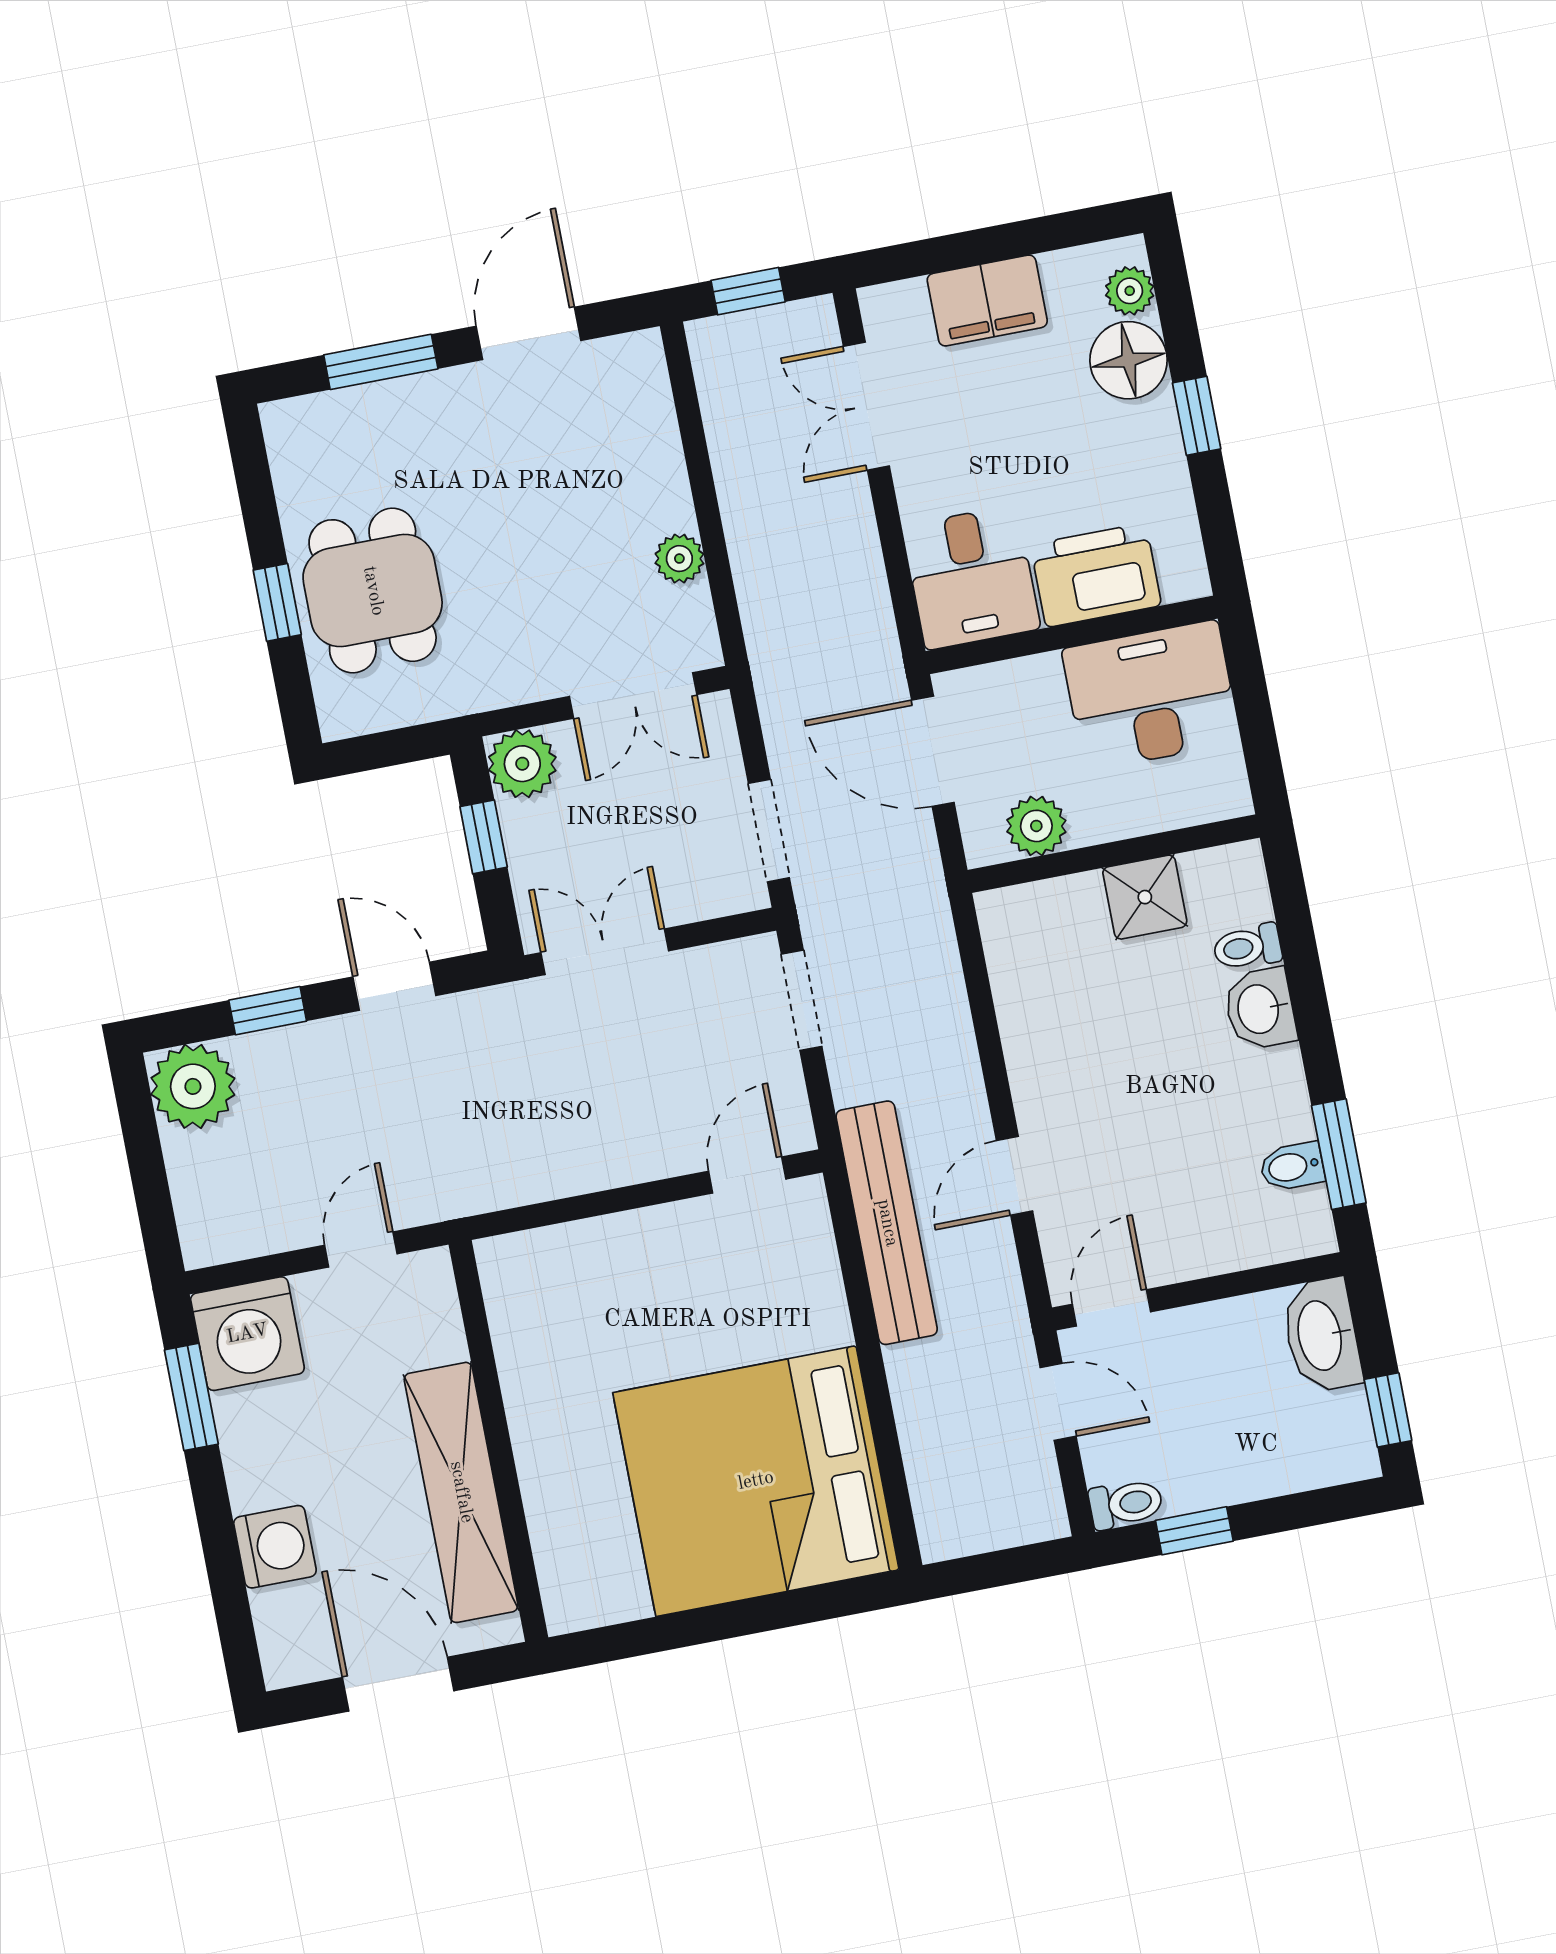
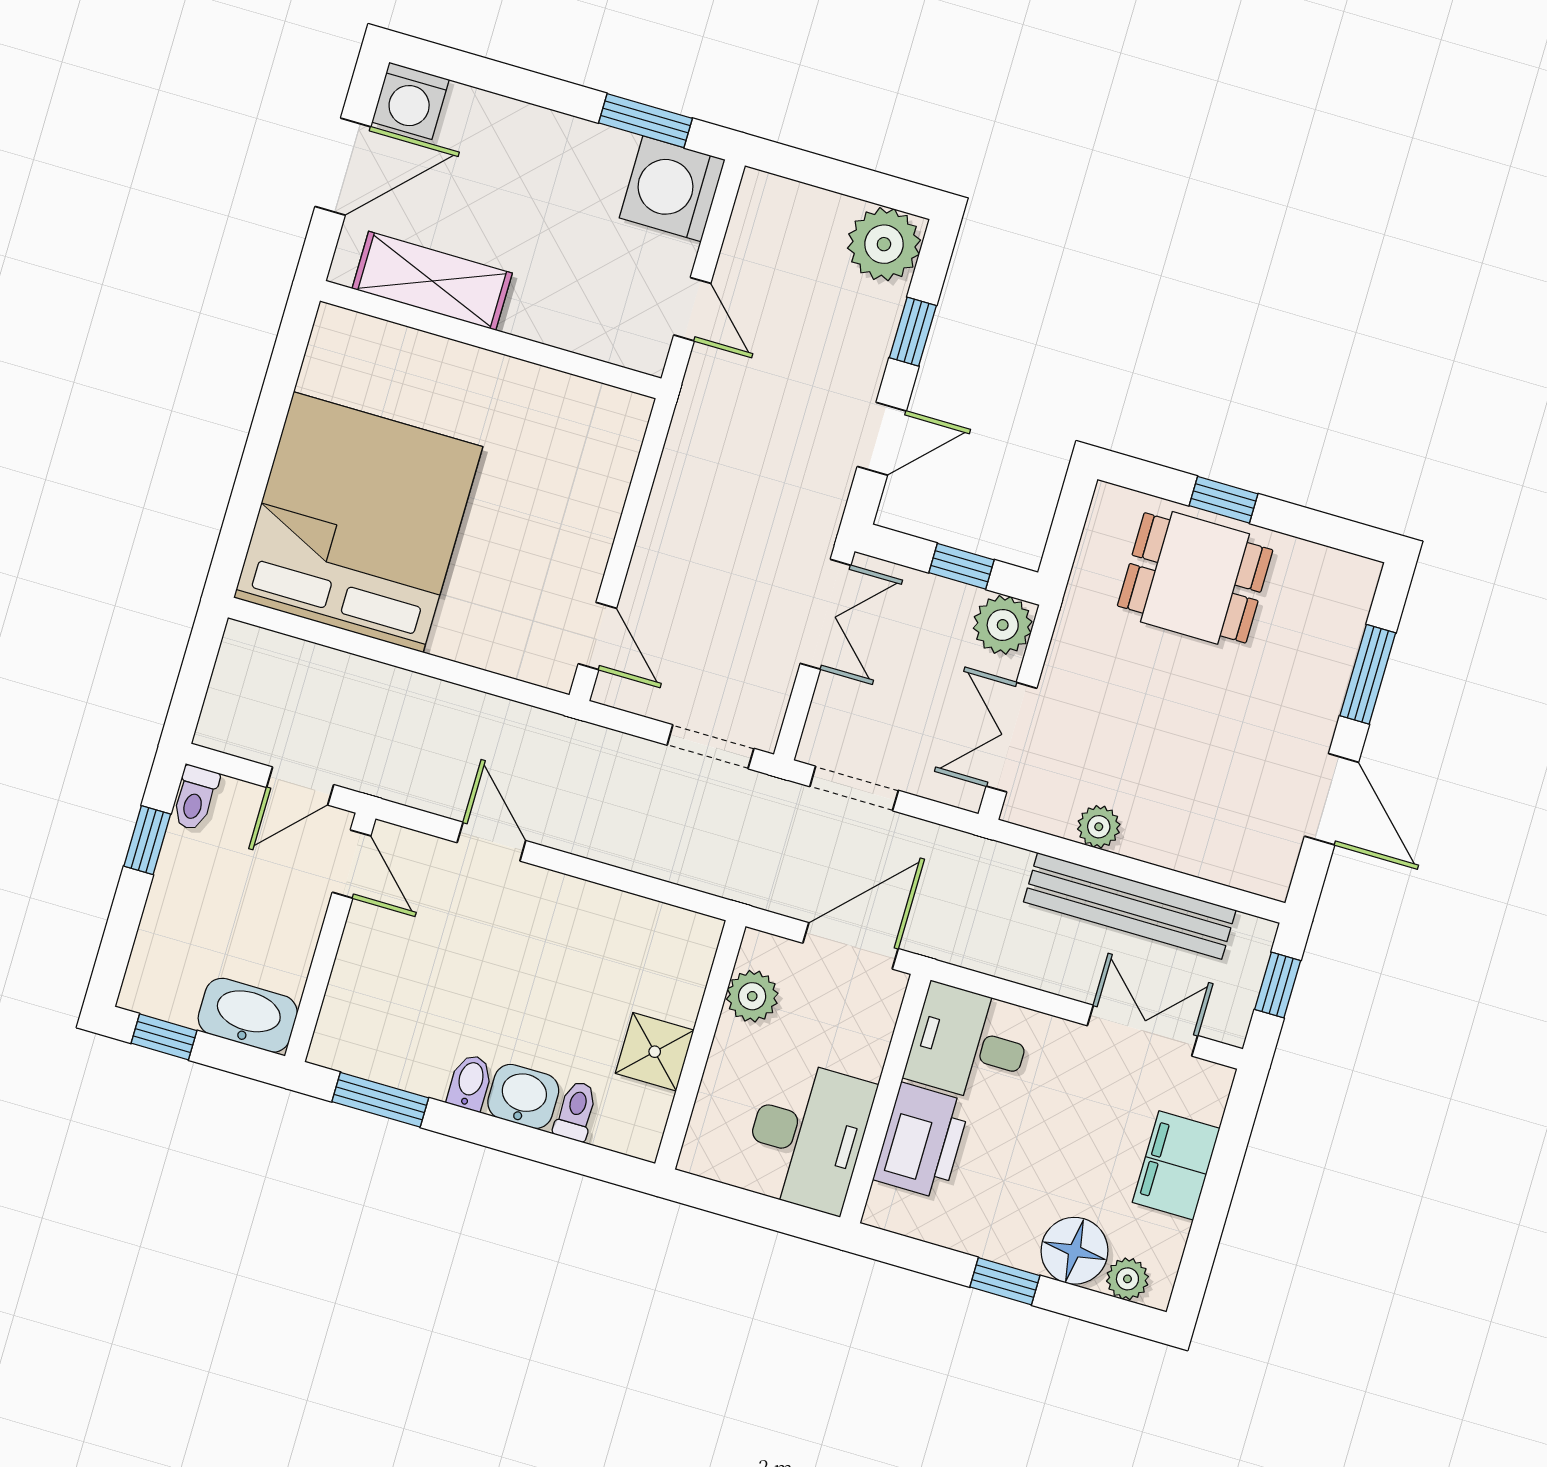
bidet: (1292, 1167) -> (470, 1082), moved
bench: (887, 1223) -> (1130, 906), moved
shelving: (461, 1492) -> (432, 281), width x0.68
washing machine: (275, 1547) -> (411, 101), moved

